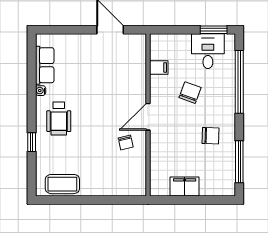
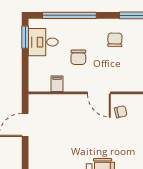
chair: (190, 93) -> (78, 57), turned -110

